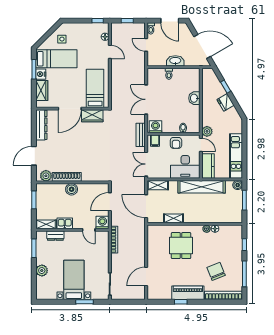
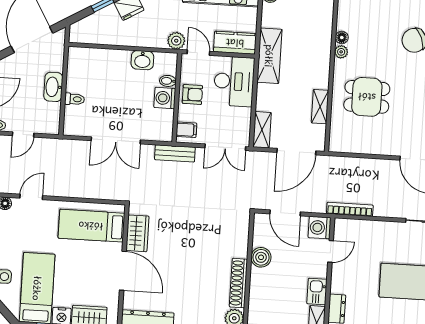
washbasin: (194, 98) -> (142, 60), moved
washing machine: (155, 127) -> (165, 98), moved
door: (201, 145) -> (198, 53), hinge flipped
shelving: (202, 187) -> (269, 56), width x0.68
boiler: (72, 189) -> (261, 257), moved

